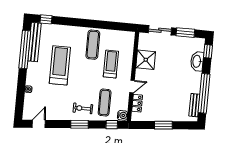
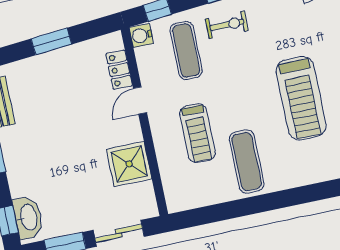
washbasin: (197, 61) -> (28, 217), moved

